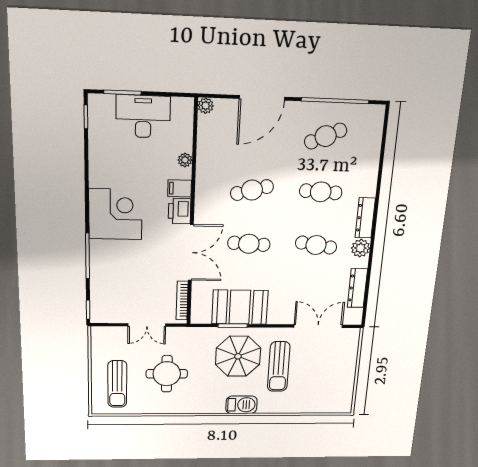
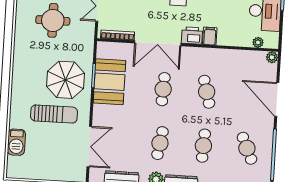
plant: (185, 160) -> (258, 42), moved
sun lounger: (279, 367) -> (54, 114), turned 180
barbecue: (241, 405) -> (16, 142), moved

